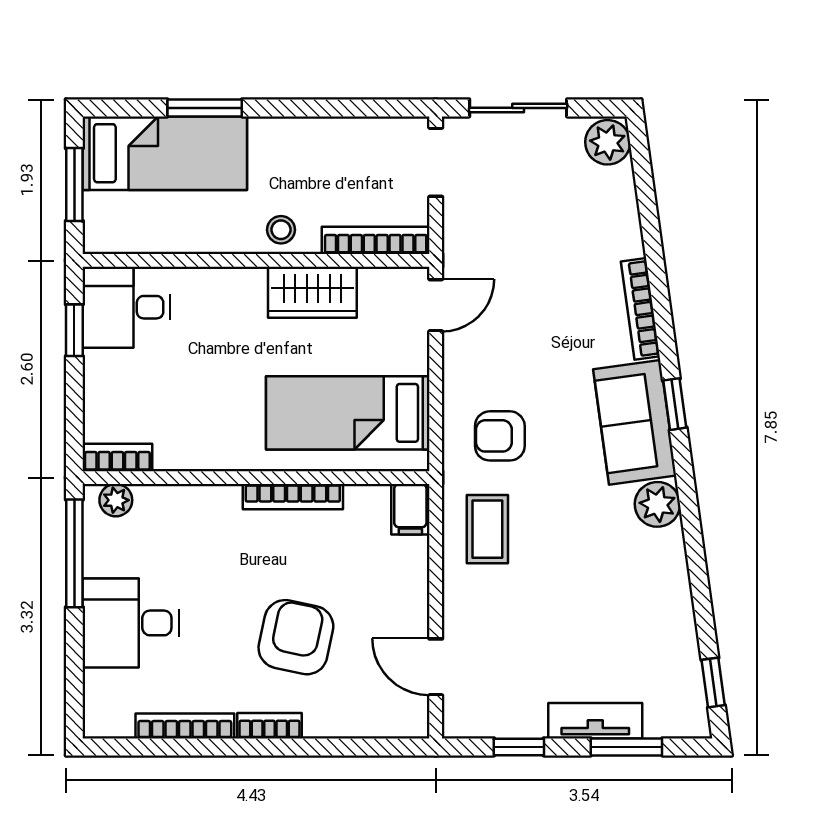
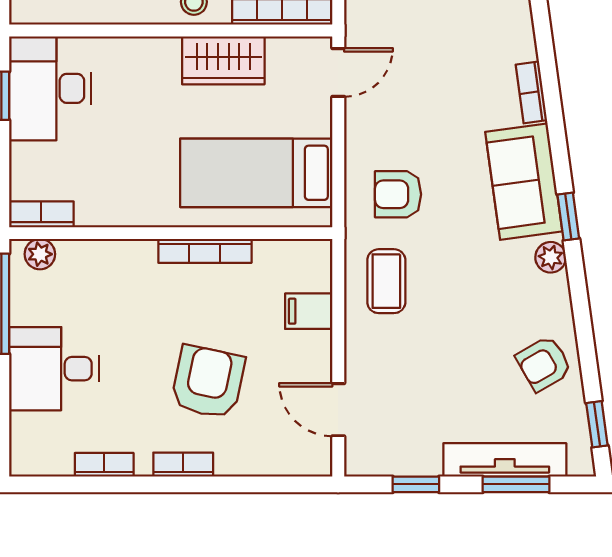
desk: (126, 307) -> (50, 88), width x1.37
bookcase: (640, 309) -> (531, 92), width x0.64
window: (675, 404) -> (568, 217), moved
plant: (657, 504) -> (551, 257), width x0.73, depth x0.73
filing cabinet: (410, 509) -> (309, 311), moved, turned 90
armchair: (656, 618) -> (544, 364), added
tv unit: (595, 721) -> (505, 460), width x1.41
bookcase: (185, 726) -> (104, 465), width x0.64

